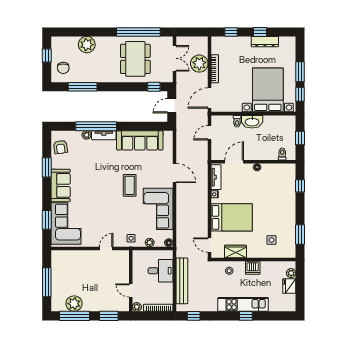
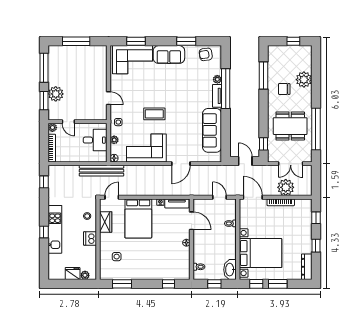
dresser: (265, 42) -> (307, 267), moved
chair: (63, 68) -> (284, 89), moved
washbasin: (252, 122) -> (230, 270), moved
coffee table: (130, 185) -> (154, 114), moved
desk: (161, 271) -> (95, 140), moved, turned -90
bench: (182, 281) -> (101, 171), moved
door: (131, 290) -> (68, 122), swing flipped
plant: (74, 304) -> (56, 94), moved

